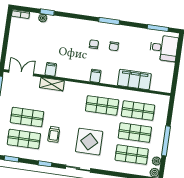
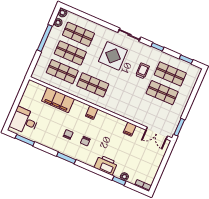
printer: (66, 25) -> (106, 165), added
shelving: (52, 84) -> (132, 116), removed

